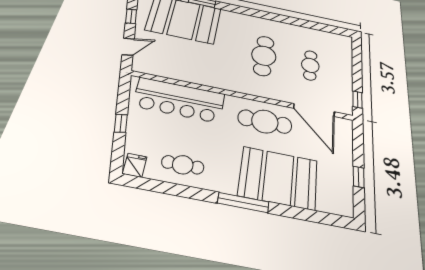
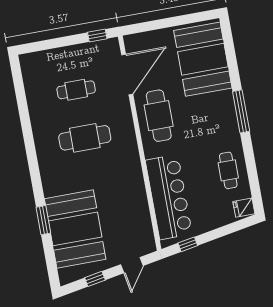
door: (128, 47) -> (132, 265), swing flipped
window: (121, 123) -> (188, 244), moved
window: (359, 177) -> (180, 21), removed
booth: (278, 178) -> (203, 59), moved

